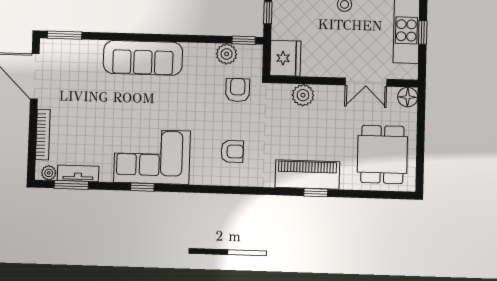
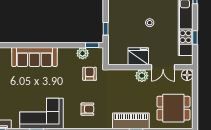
fridge: (285, 58) -> (138, 56), moved, turned -90
plant: (303, 95) -> (142, 76), moved
dining table: (382, 154) -> (173, 108), turned 90

